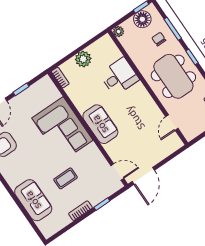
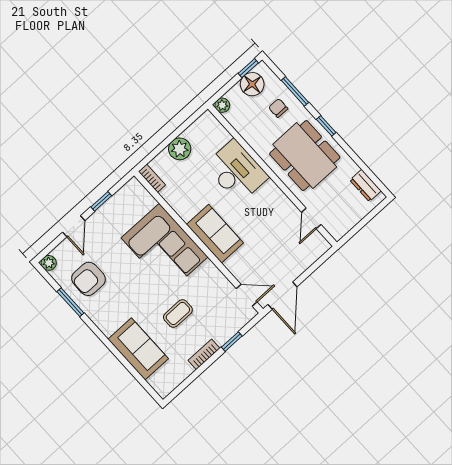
desk: (119, 77) -> (236, 171), width x1.37

